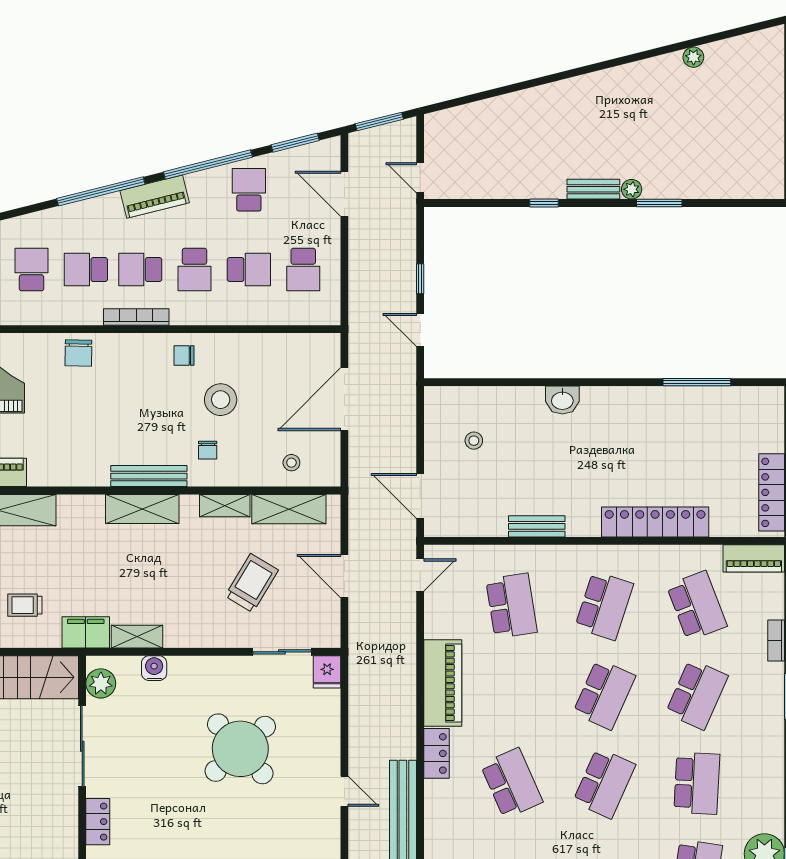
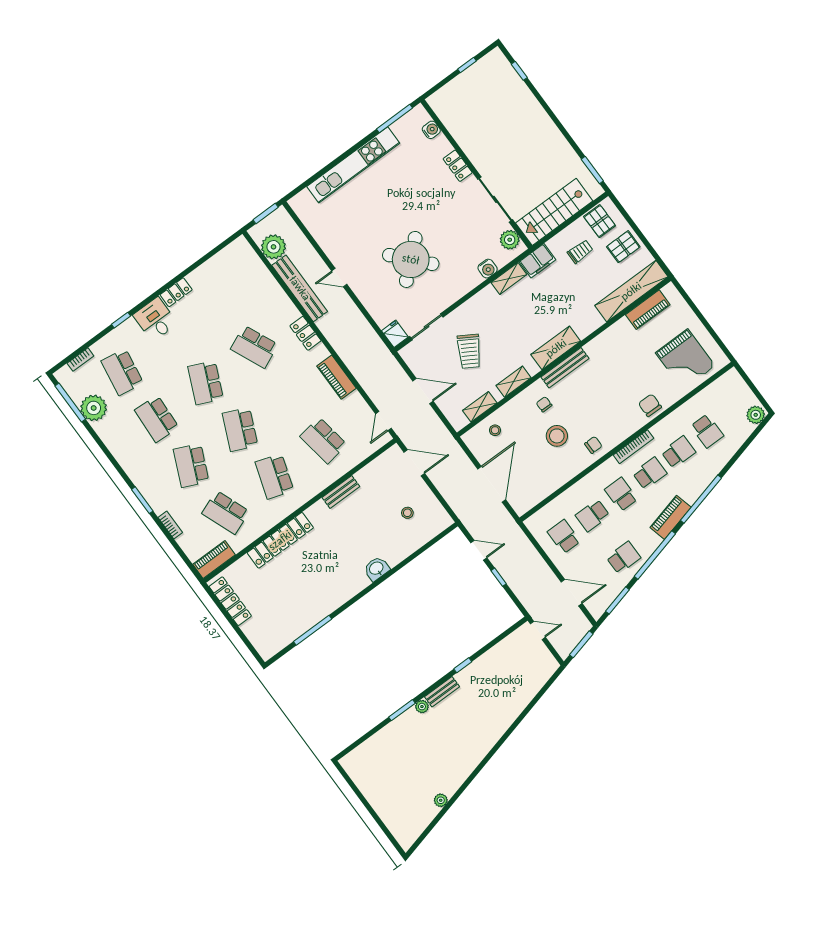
school desk: (249, 190) -> (623, 558), turned -90
shelving: (289, 509) -> (480, 407), width x0.67, depth x0.75
piano: (443, 683) -> (337, 377), width x0.73, depth x0.75

